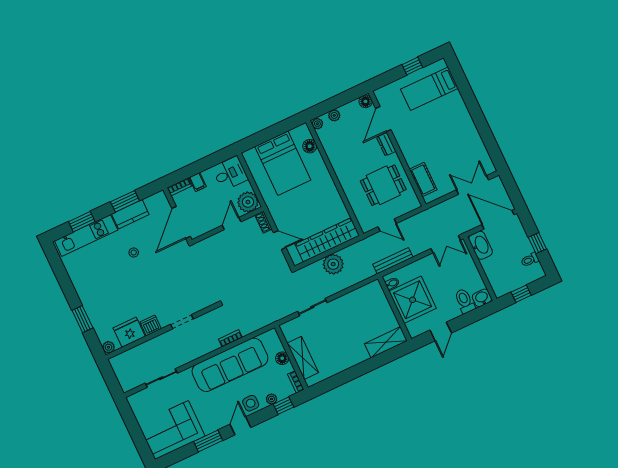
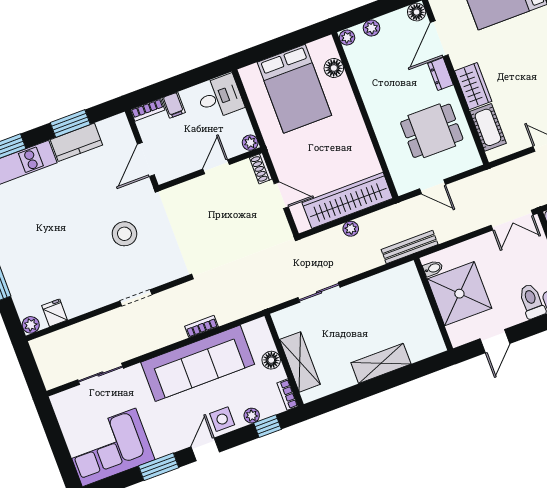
wardrobe: (410, 151) -> (473, 86), added
plant: (248, 202) -> (250, 143), width x0.53, depth x0.53
door: (181, 222) -> (146, 159), width x0.73
stool: (134, 253) -> (124, 234), moved, width x1.89, depth x1.89
bench: (393, 261) -> (410, 247), moved
plant: (333, 264) -> (351, 229), width x0.53, depth x0.53
dishwasher: (151, 325) -> (92, 299), removed
fridge: (129, 332) -> (55, 313), width x0.53, depth x0.75
shelving: (386, 342) -> (381, 363), moved

